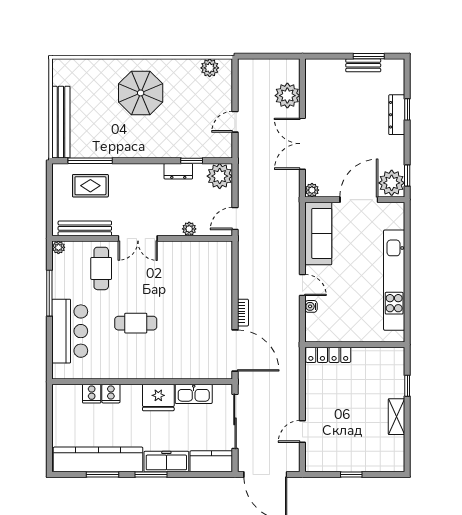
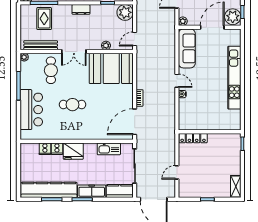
dresser: (178, 171) -> (81, 9), moved
rug: (90, 186) -> (44, 19), turned 90
booth: (198, 265) -> (111, 68), added
wall: (355, 345) -> (210, 132), moved
door: (235, 351) -> (135, 122), swing flipped
locker: (328, 355) -> (193, 138), moved
fridge: (158, 398) -> (73, 151), moved
shelving: (396, 417) -> (236, 186), moved

